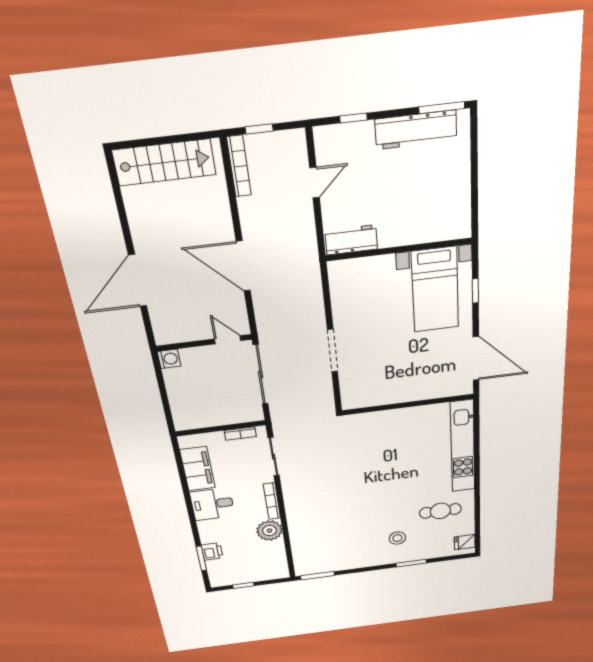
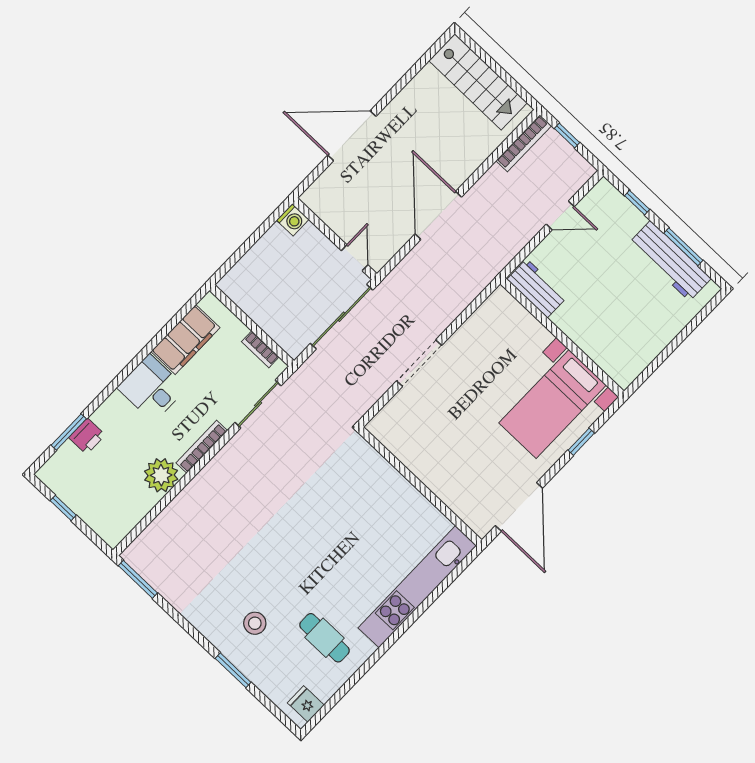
window: (442, 108) -> (683, 247), moved

